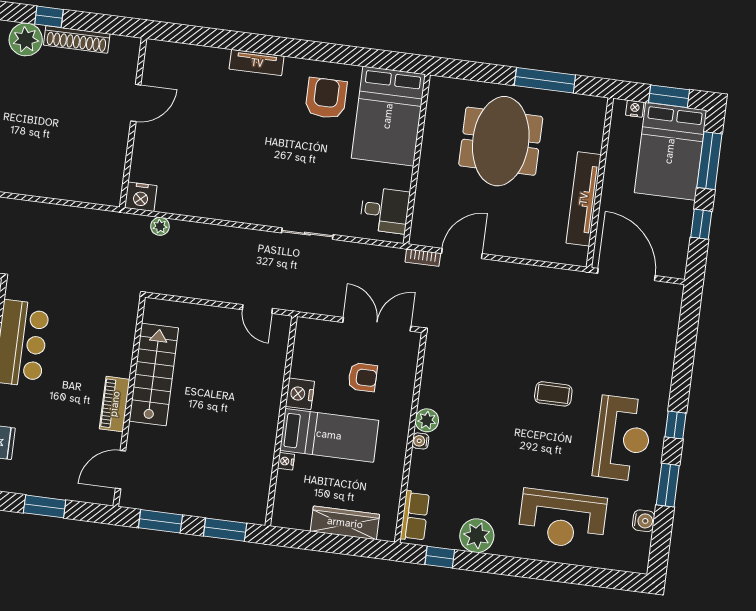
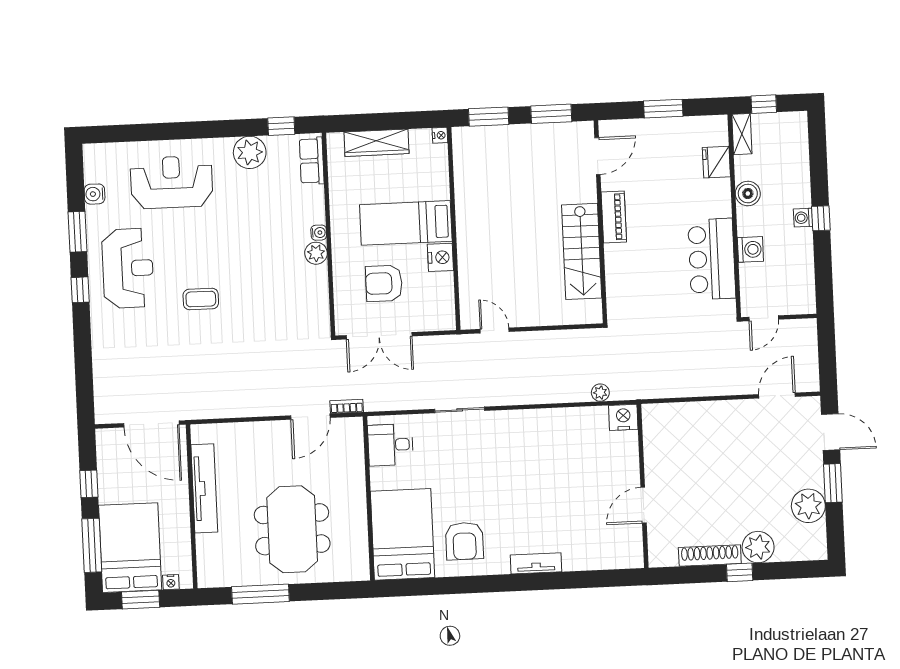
armchair: (363, 377) -> (384, 283), width x1.38, depth x1.38
reception desk: (623, 439) -> (128, 268), turned 180
nightstand: (286, 461) -> (440, 135), moved

